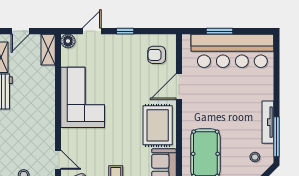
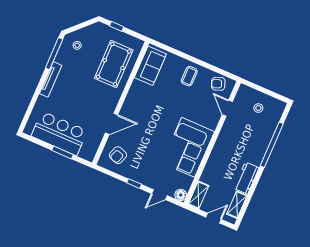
bar counter: (232, 51) -> (59, 133), width x0.73
armchair: (157, 55) -> (118, 155), turned 109
tv unit: (268, 122) -> (51, 79), moved
rug: (158, 125) -> (140, 101), removed

